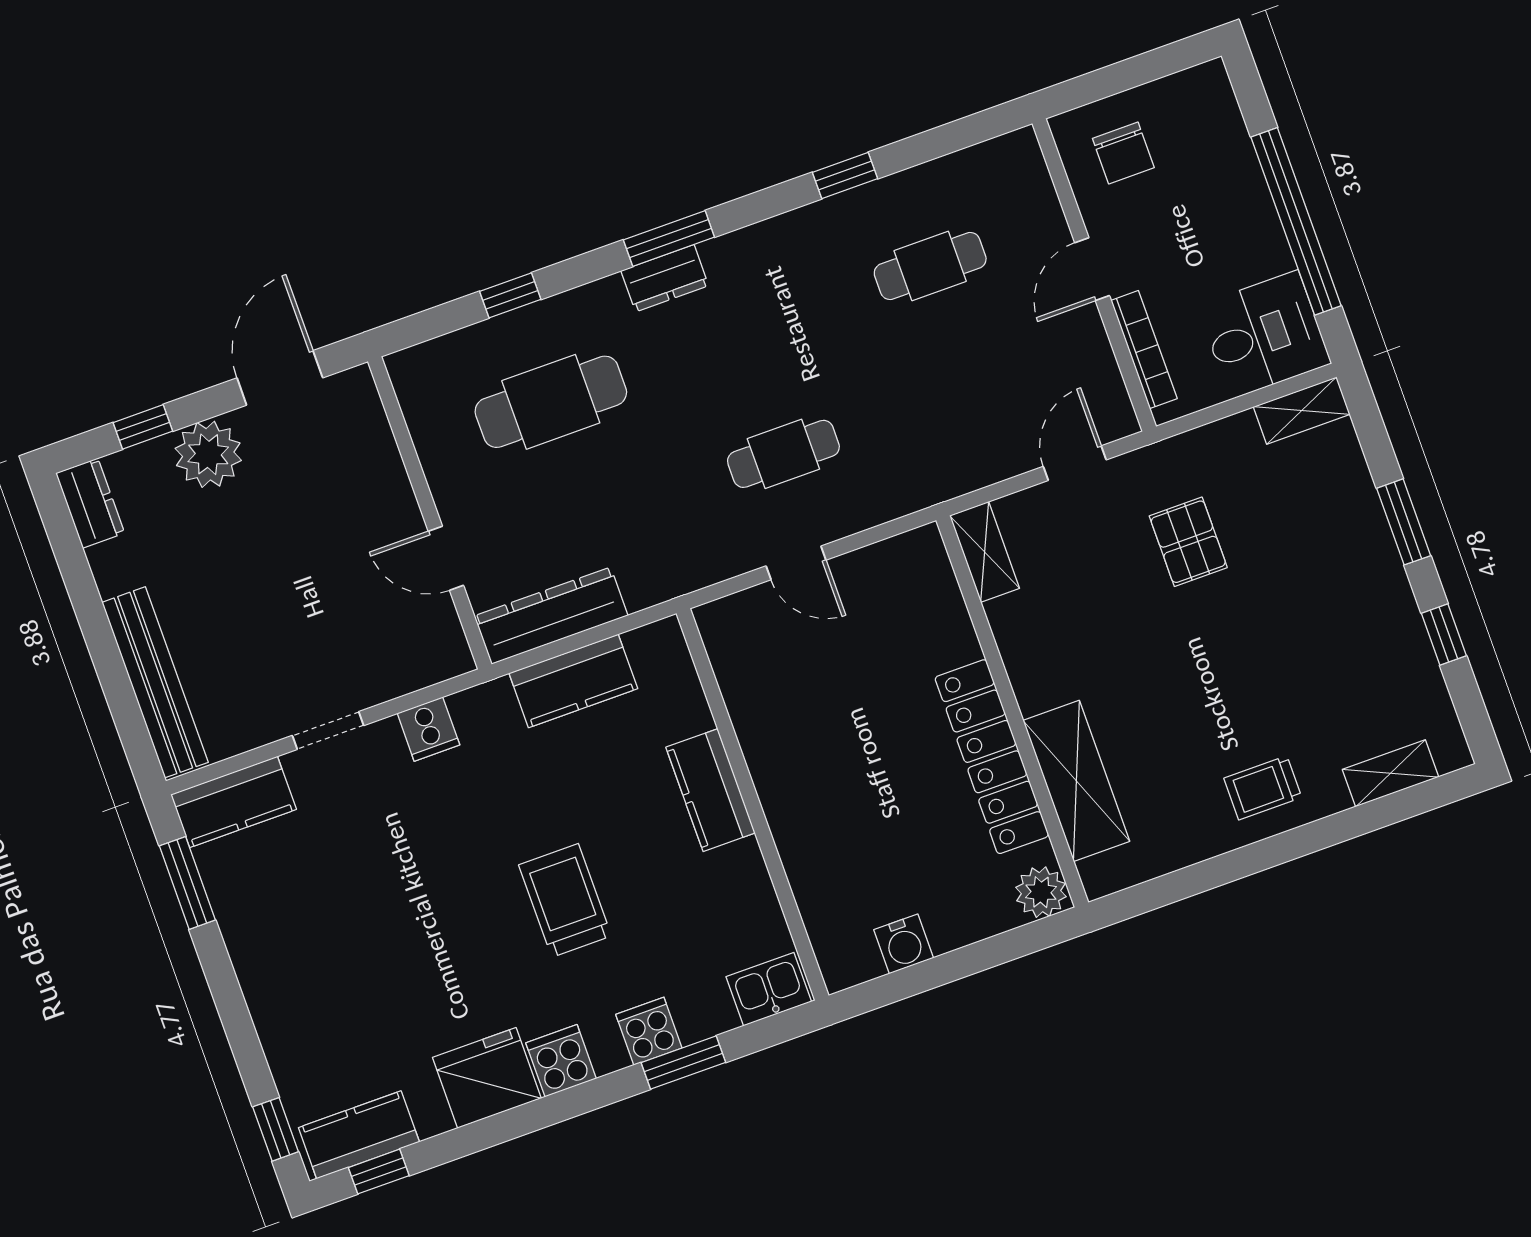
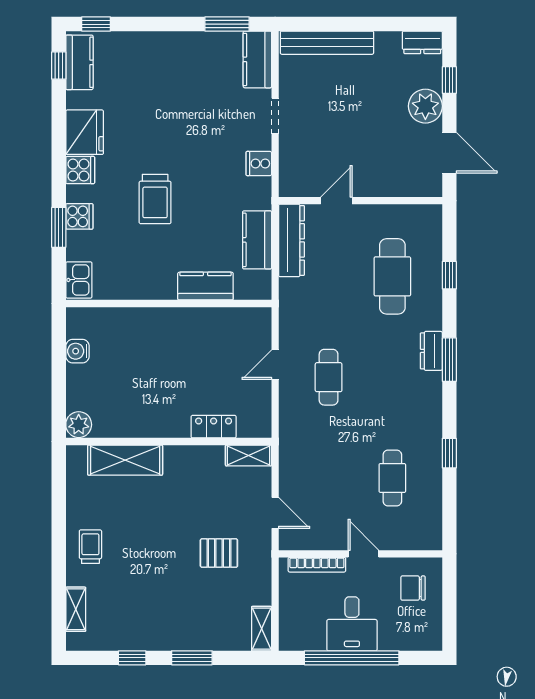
desk: (1264, 335) -> (352, 624), moved
locker: (992, 757) -> (214, 427), moved, width x0.46, depth x0.83
kitchen counter: (711, 790) -> (205, 286), moved
trolley: (565, 900) -> (155, 199), turned 90

